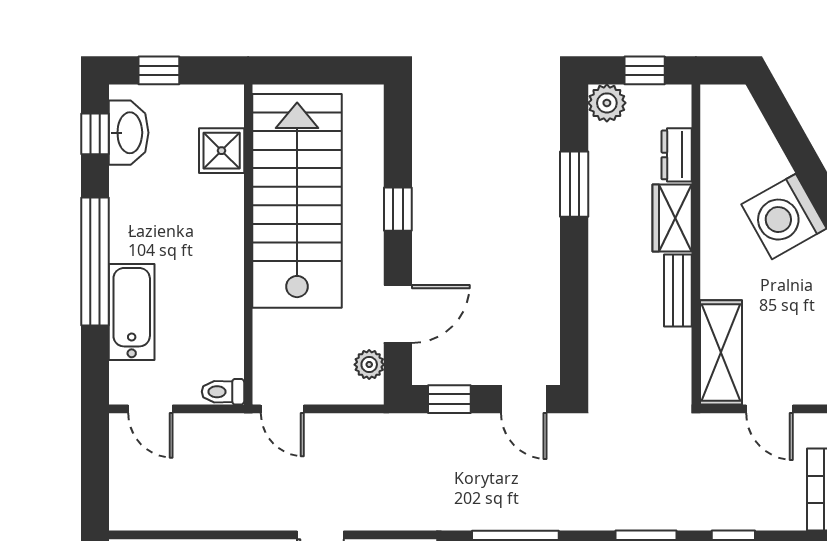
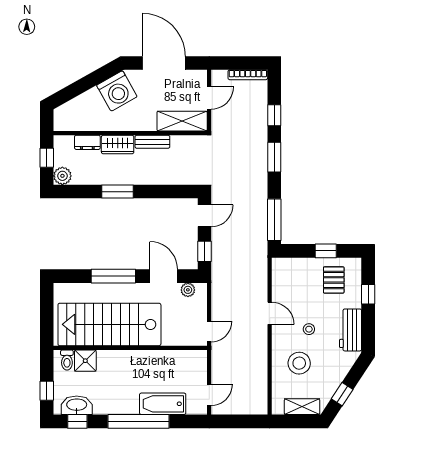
window: (574, 184) -> (117, 192), moved
window: (398, 209) -> (113, 276), width x2.17
toilet: (223, 392) -> (67, 360), moved

